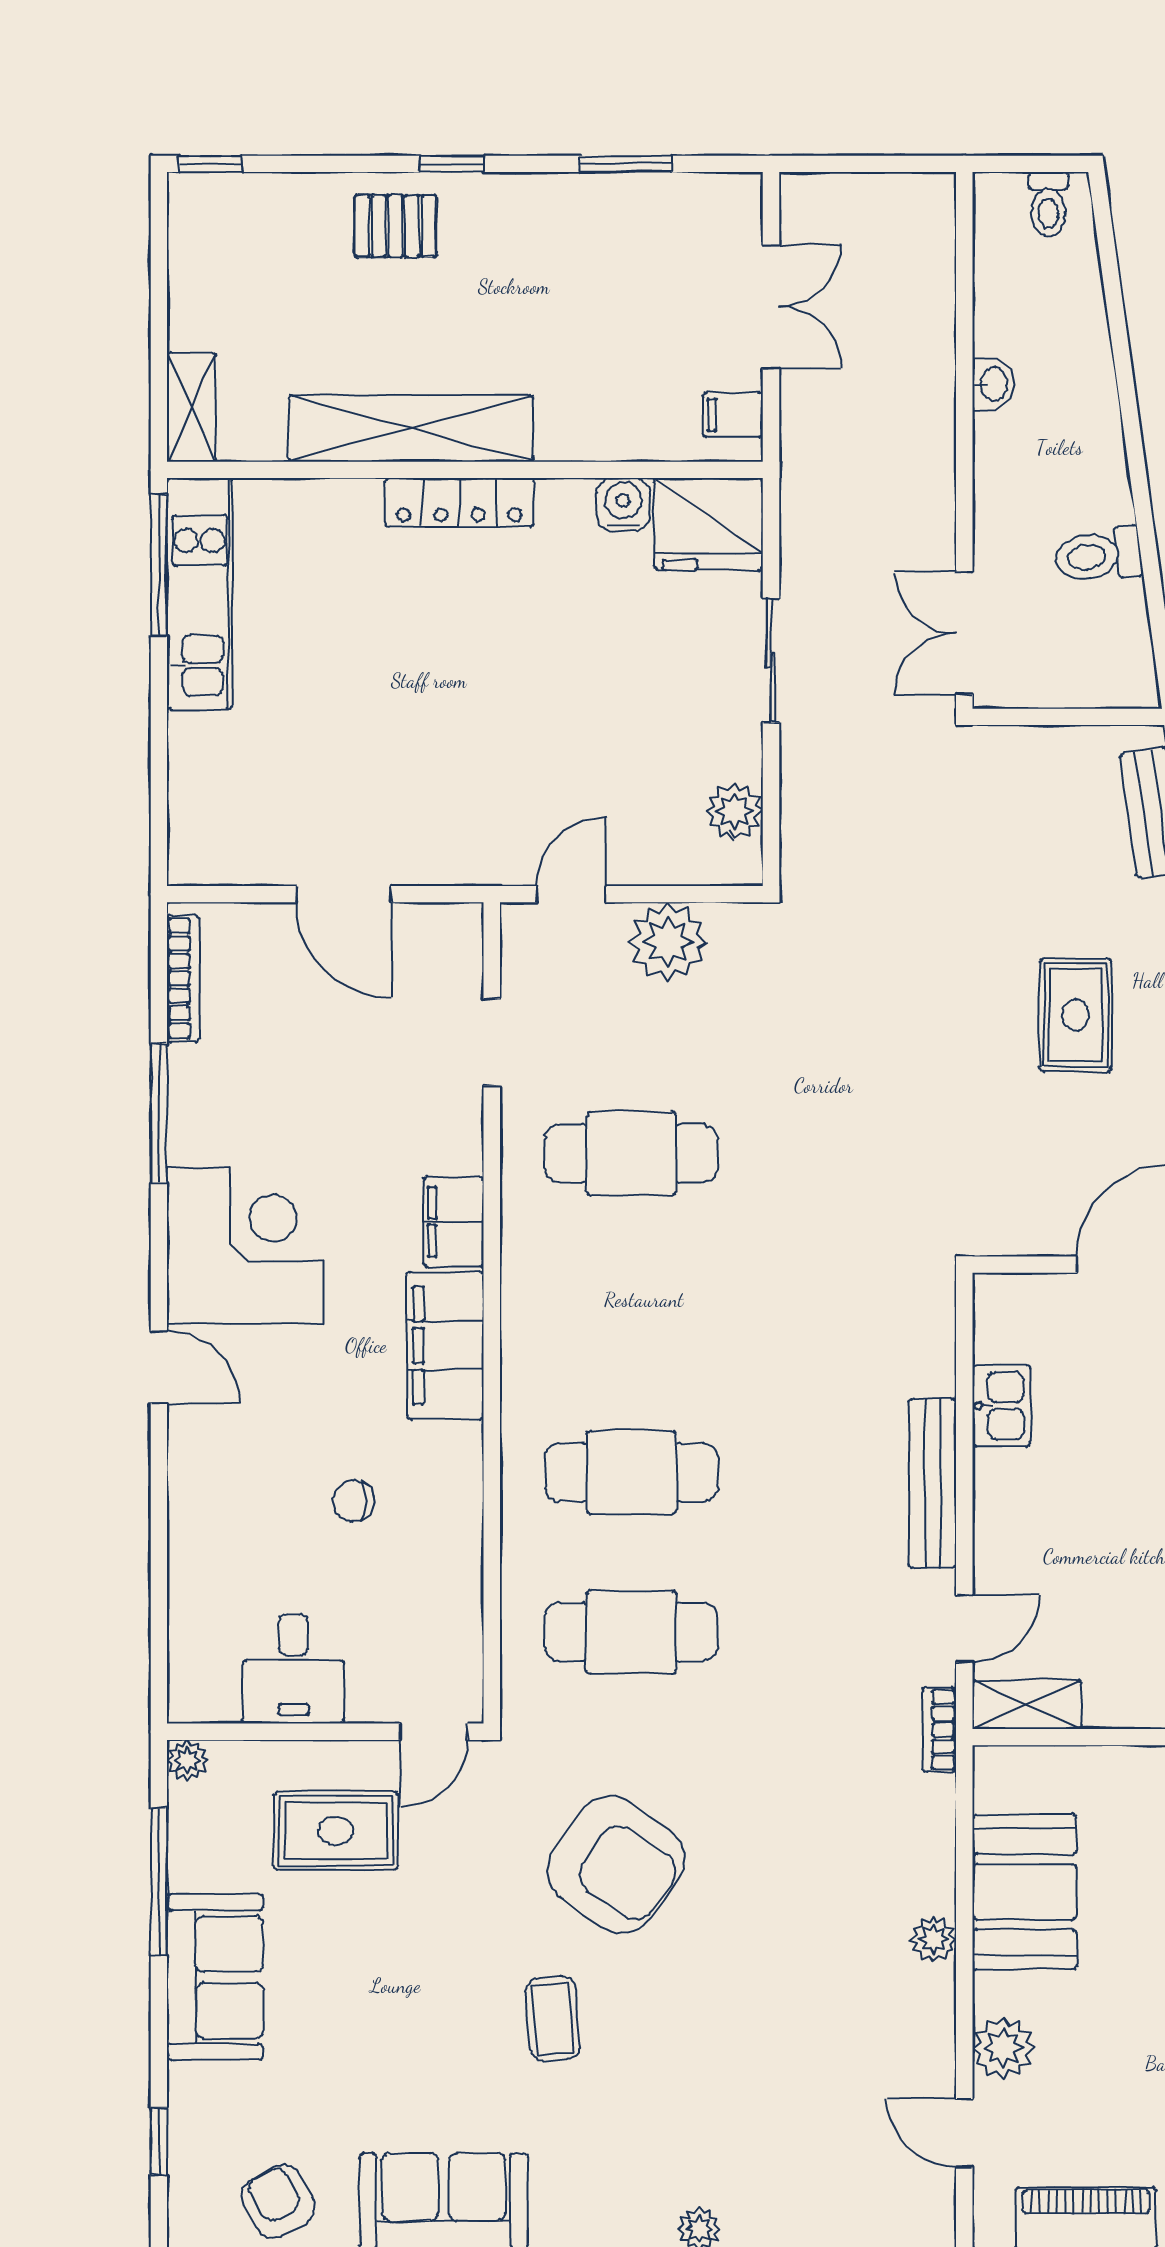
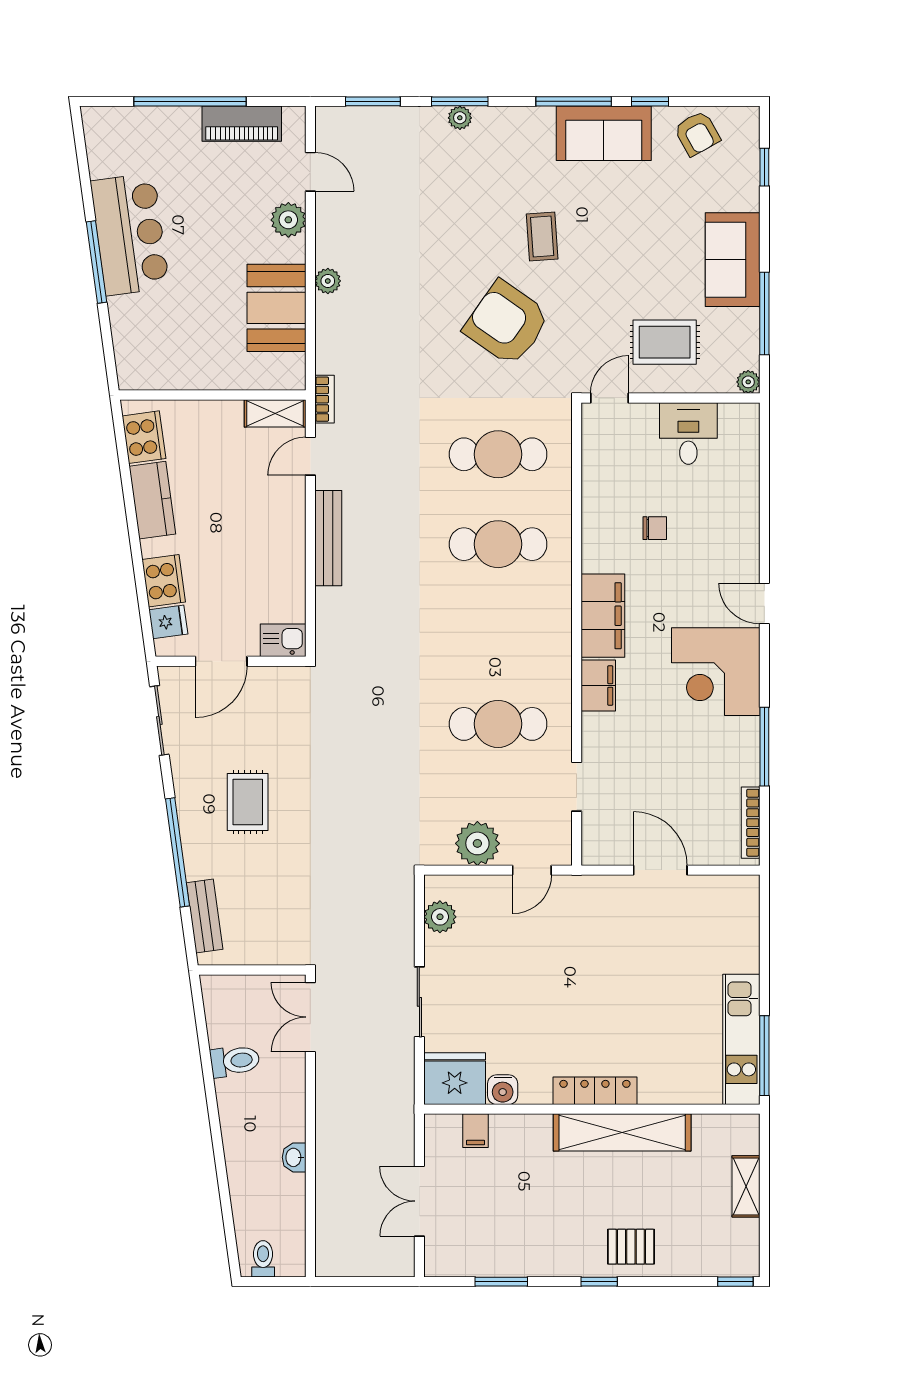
shelving: (191, 407) -> (746, 1186), moved
filing cabinet: (733, 415) -> (475, 1131), moved, turned 90
double door: (964, 633) -> (310, 1017), swing flipped
kitchen sink: (1002, 1405) -> (283, 640), moved, turned 90

